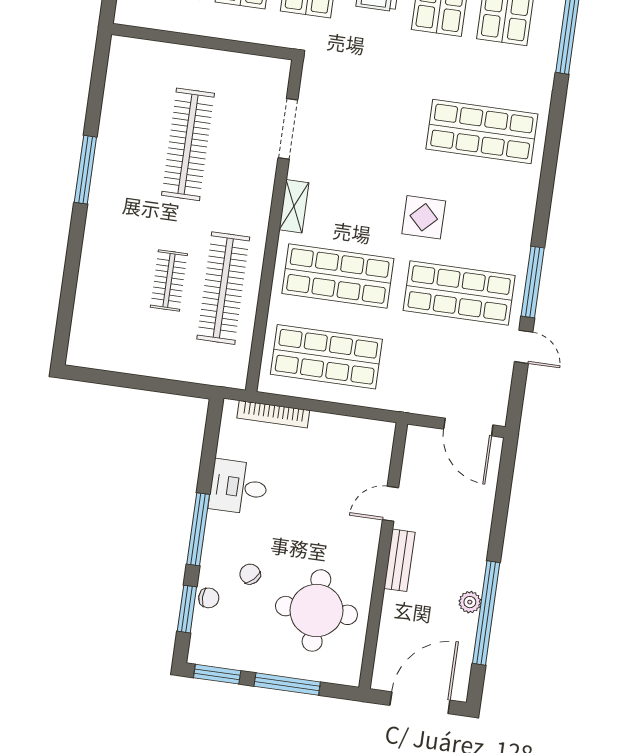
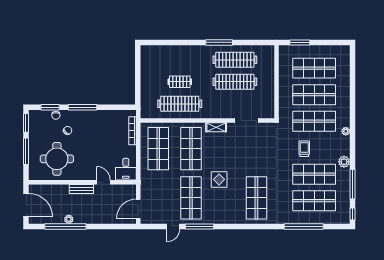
clothes rail: (134, 137) -> (235, 60), added
desk: (239, 487) -> (126, 169), moved, turned 180

